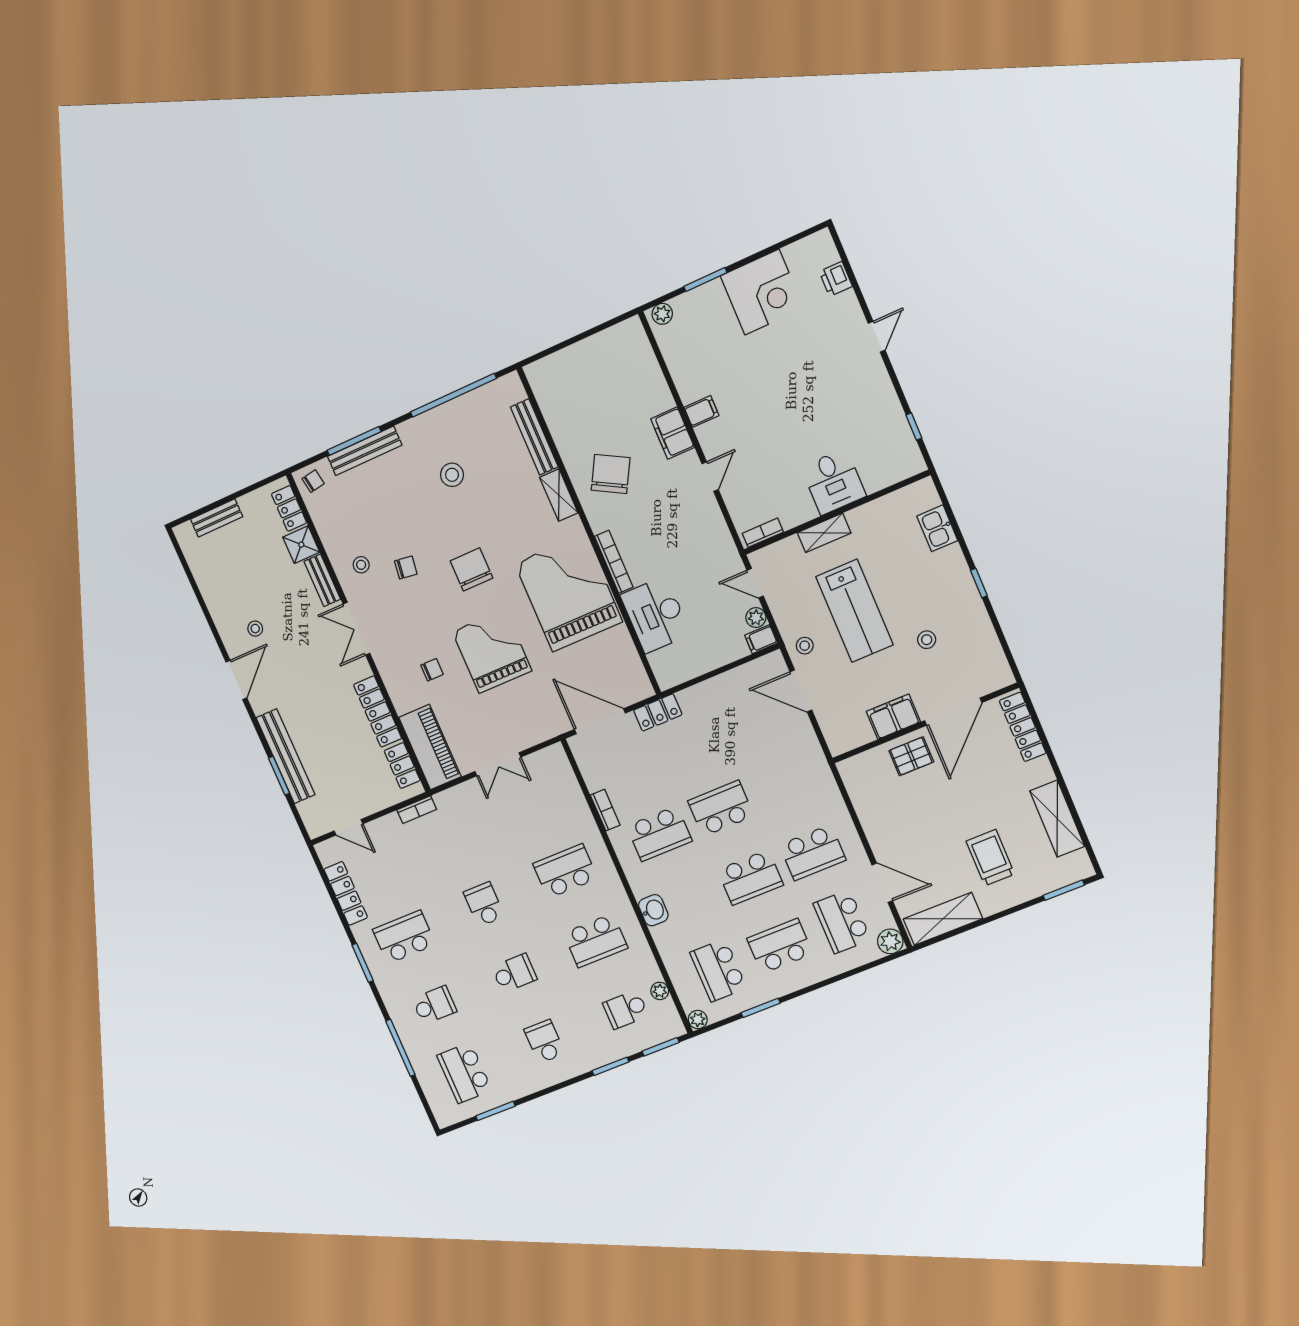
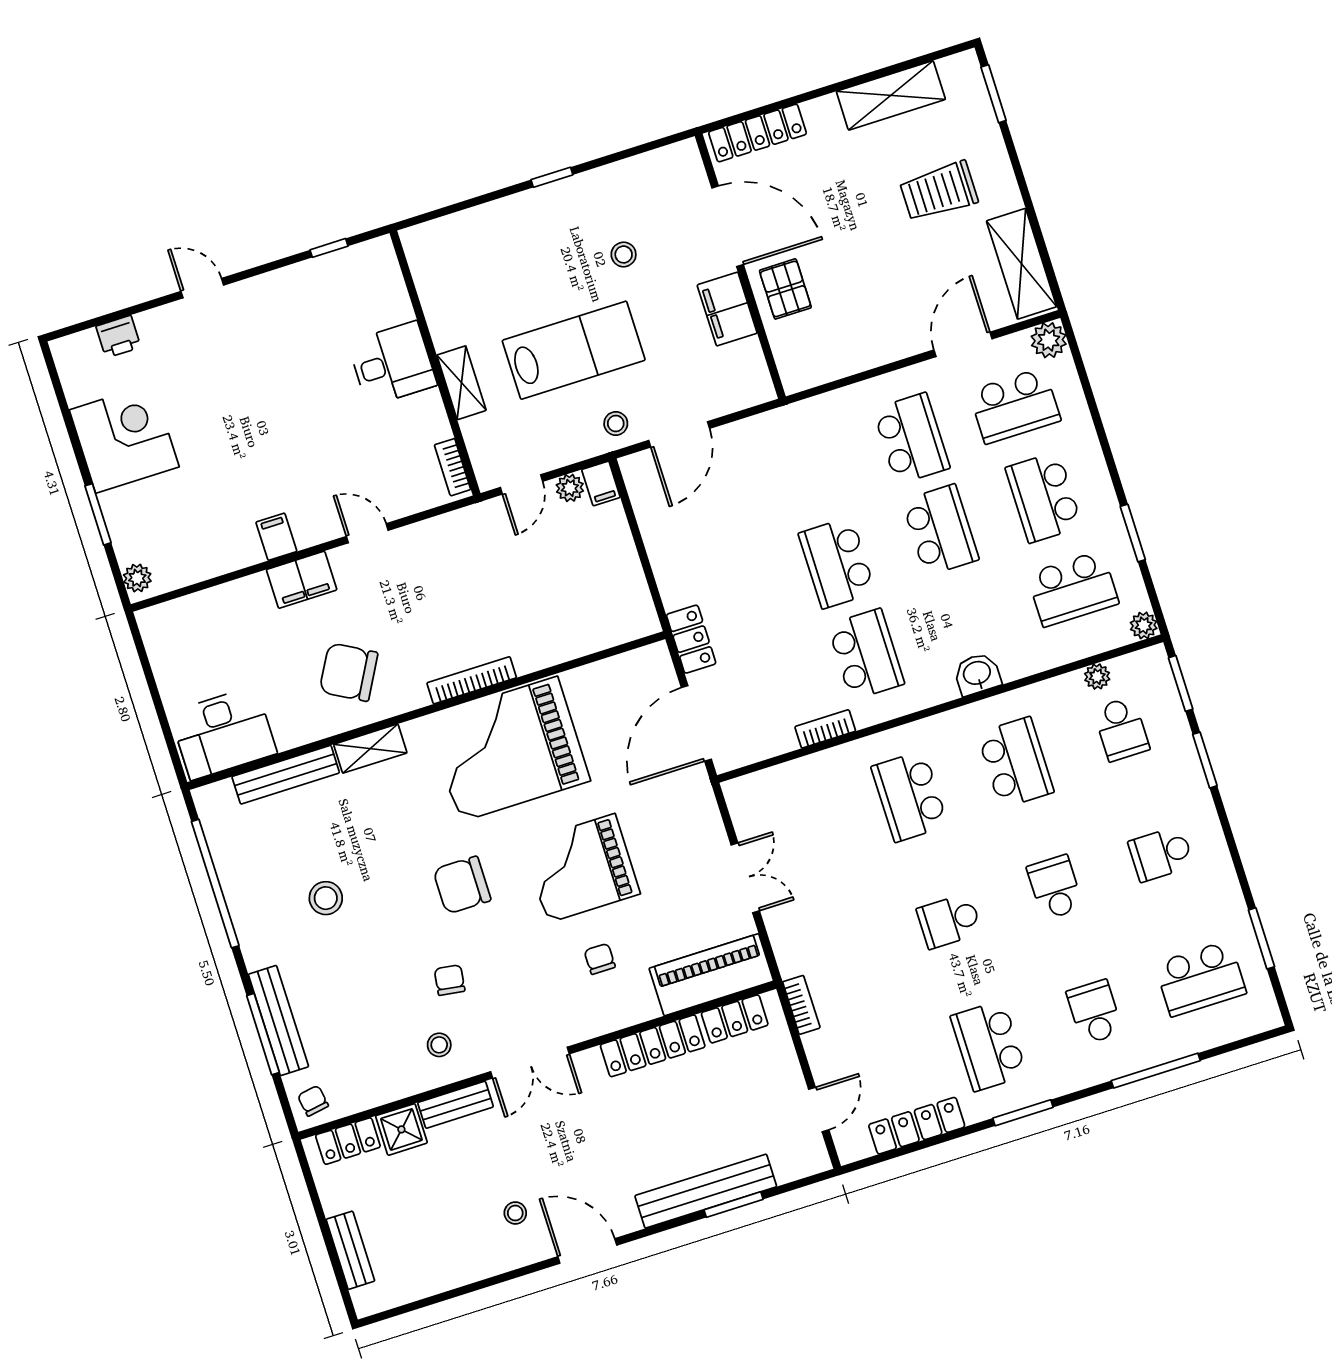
kitchen sink: (937, 528) -> (471, 228), removed
desk: (655, 615) -> (223, 733), moved

